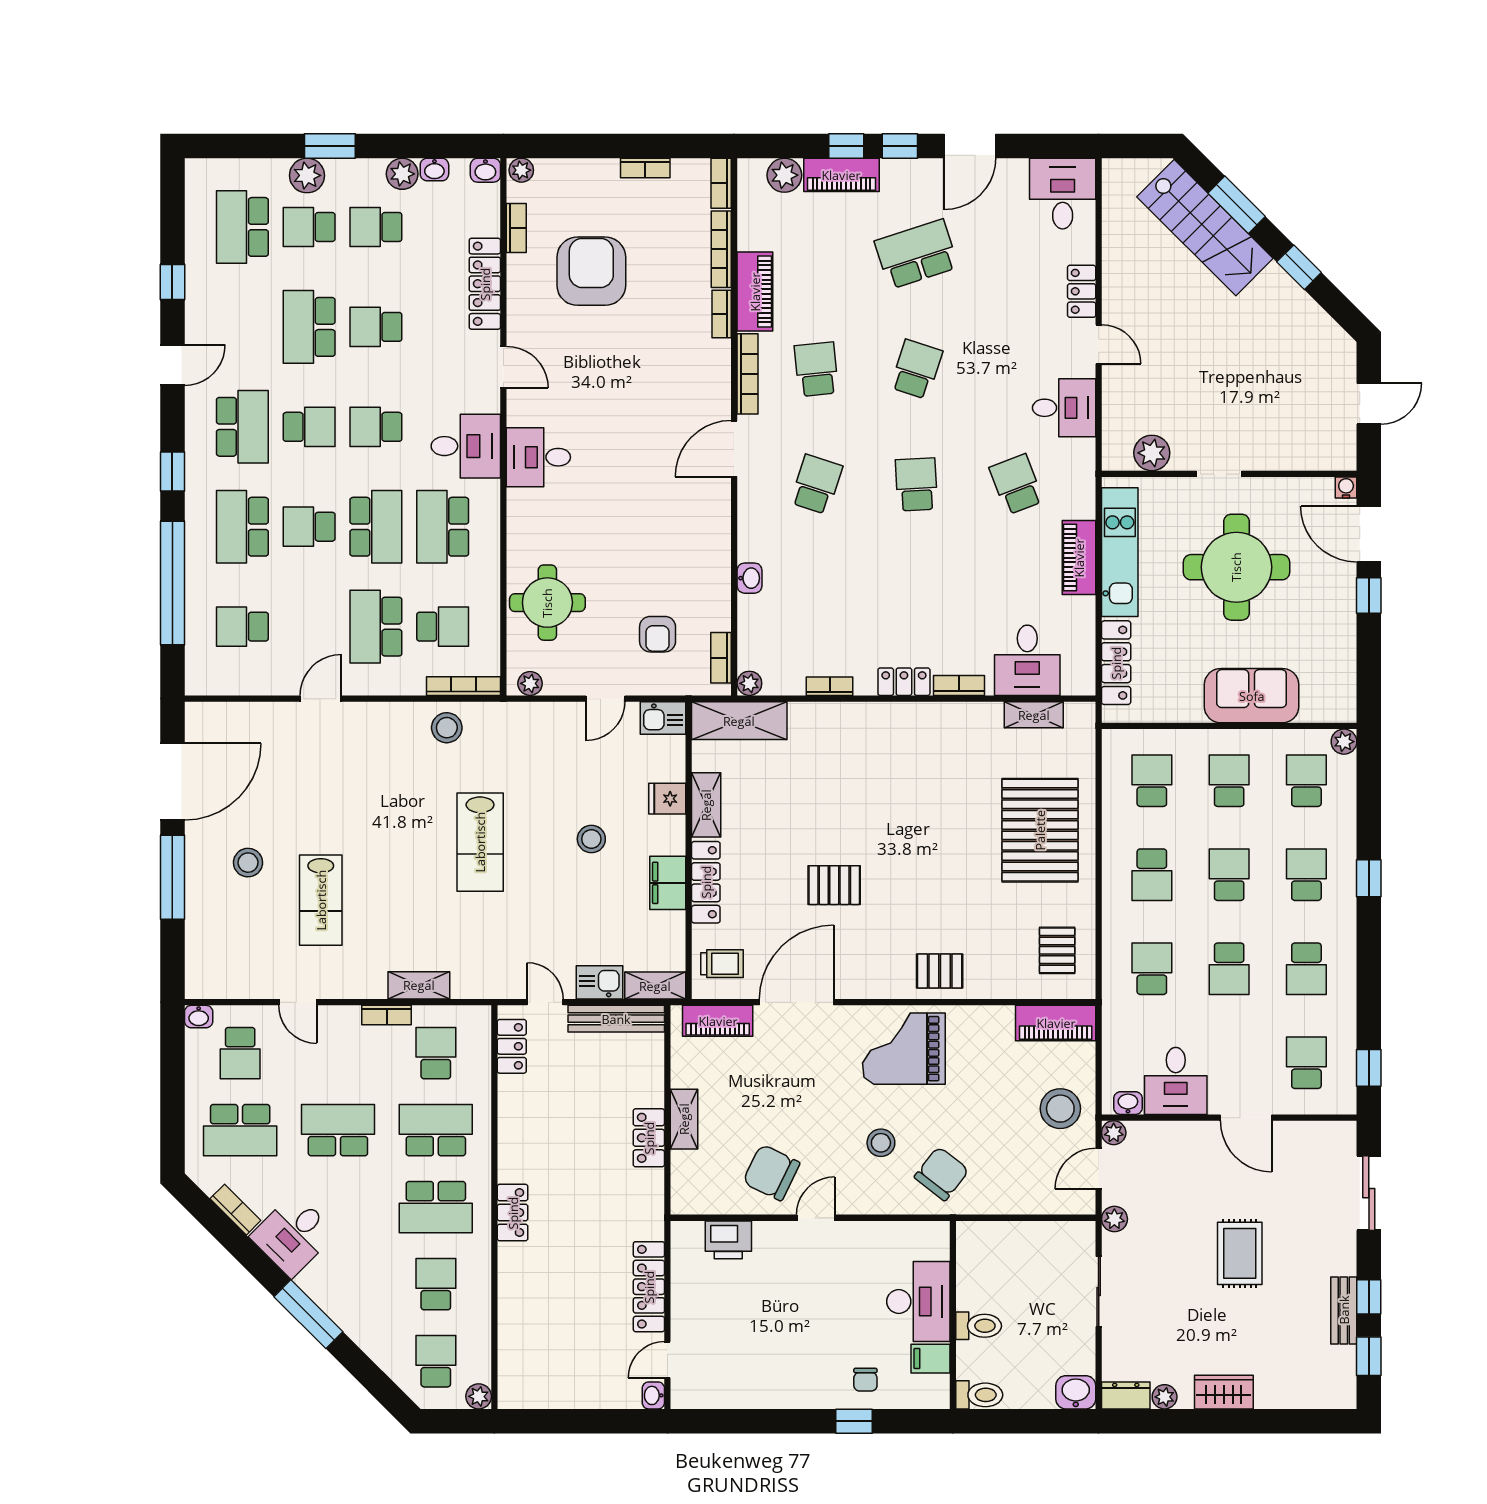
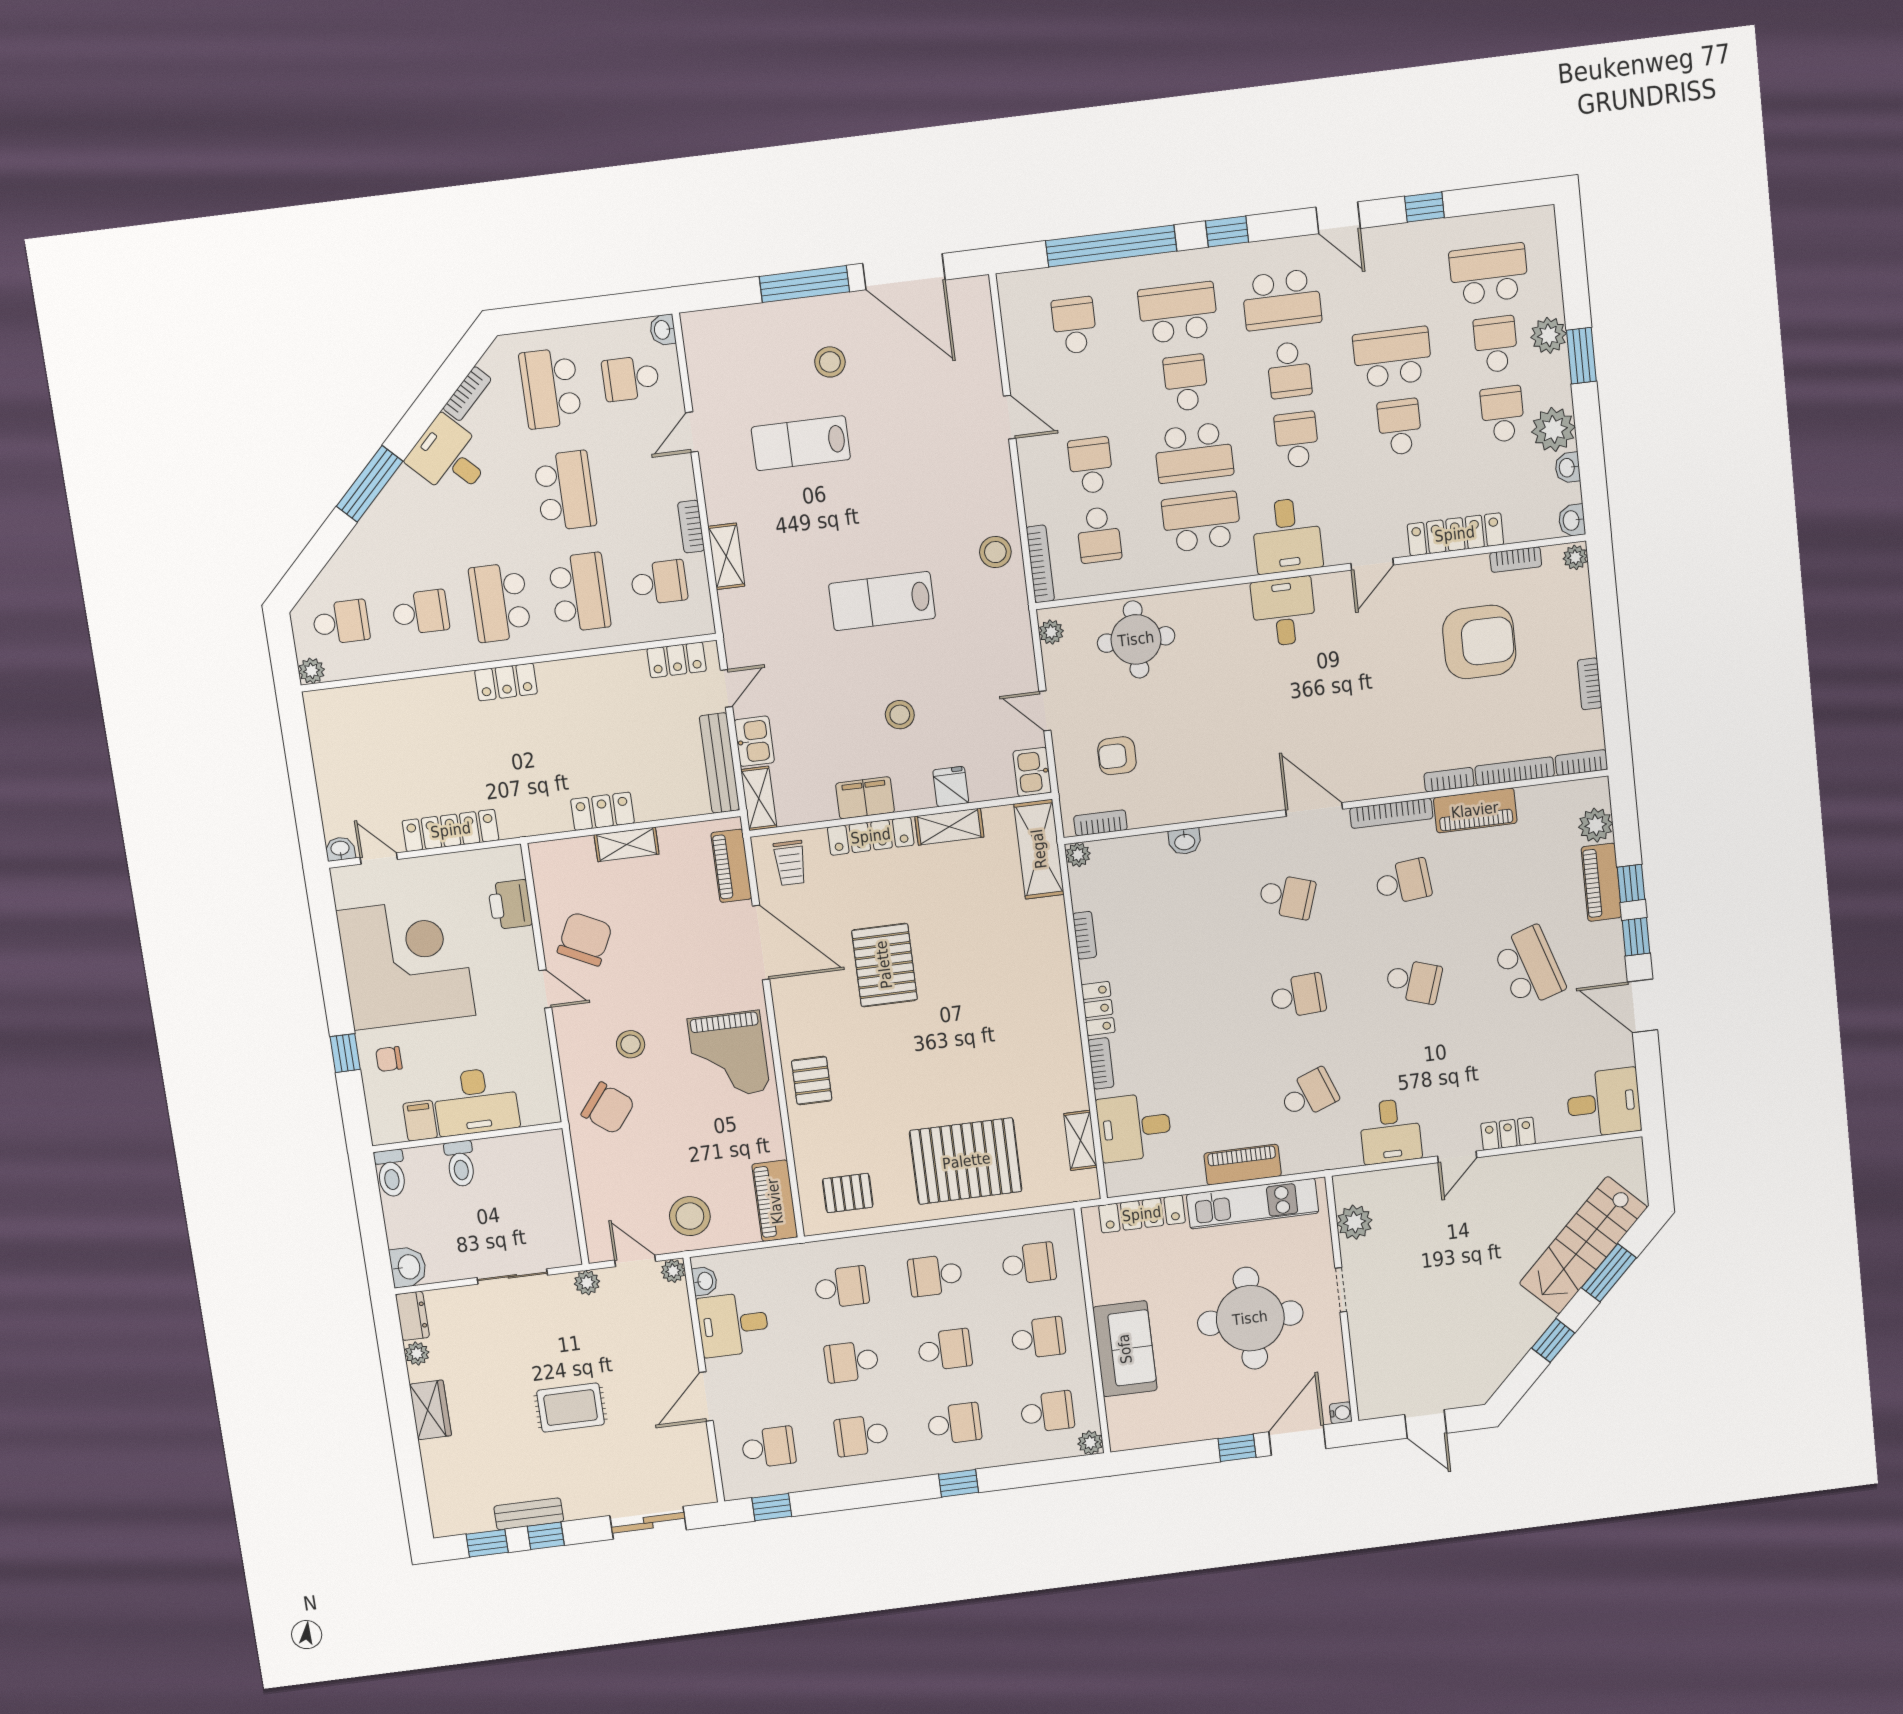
plant: (402, 174) -> (1553, 429), width x1.36, depth x1.36
school desk: (376, 627) -> (1091, 465), width x0.54
pallet: (834, 885) -> (884, 965), width x1.50, depth x1.42
grand piano: (904, 1049) -> (729, 1055), turned 180
corner desk: (773, 1349) -> (406, 963), added

